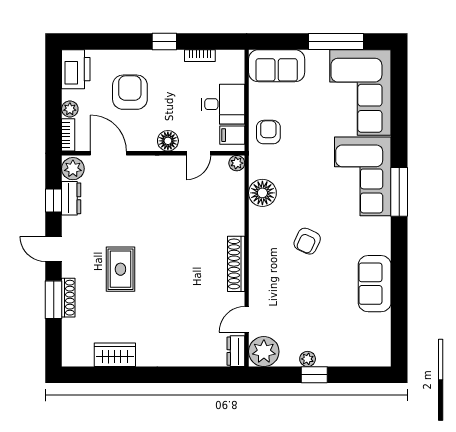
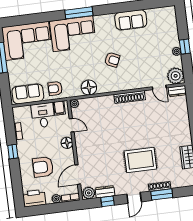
sofa: (277, 66) -> (28, 94), moved, turned -90
rug: (120, 269) -> (140, 160), width x1.36, depth x1.43

